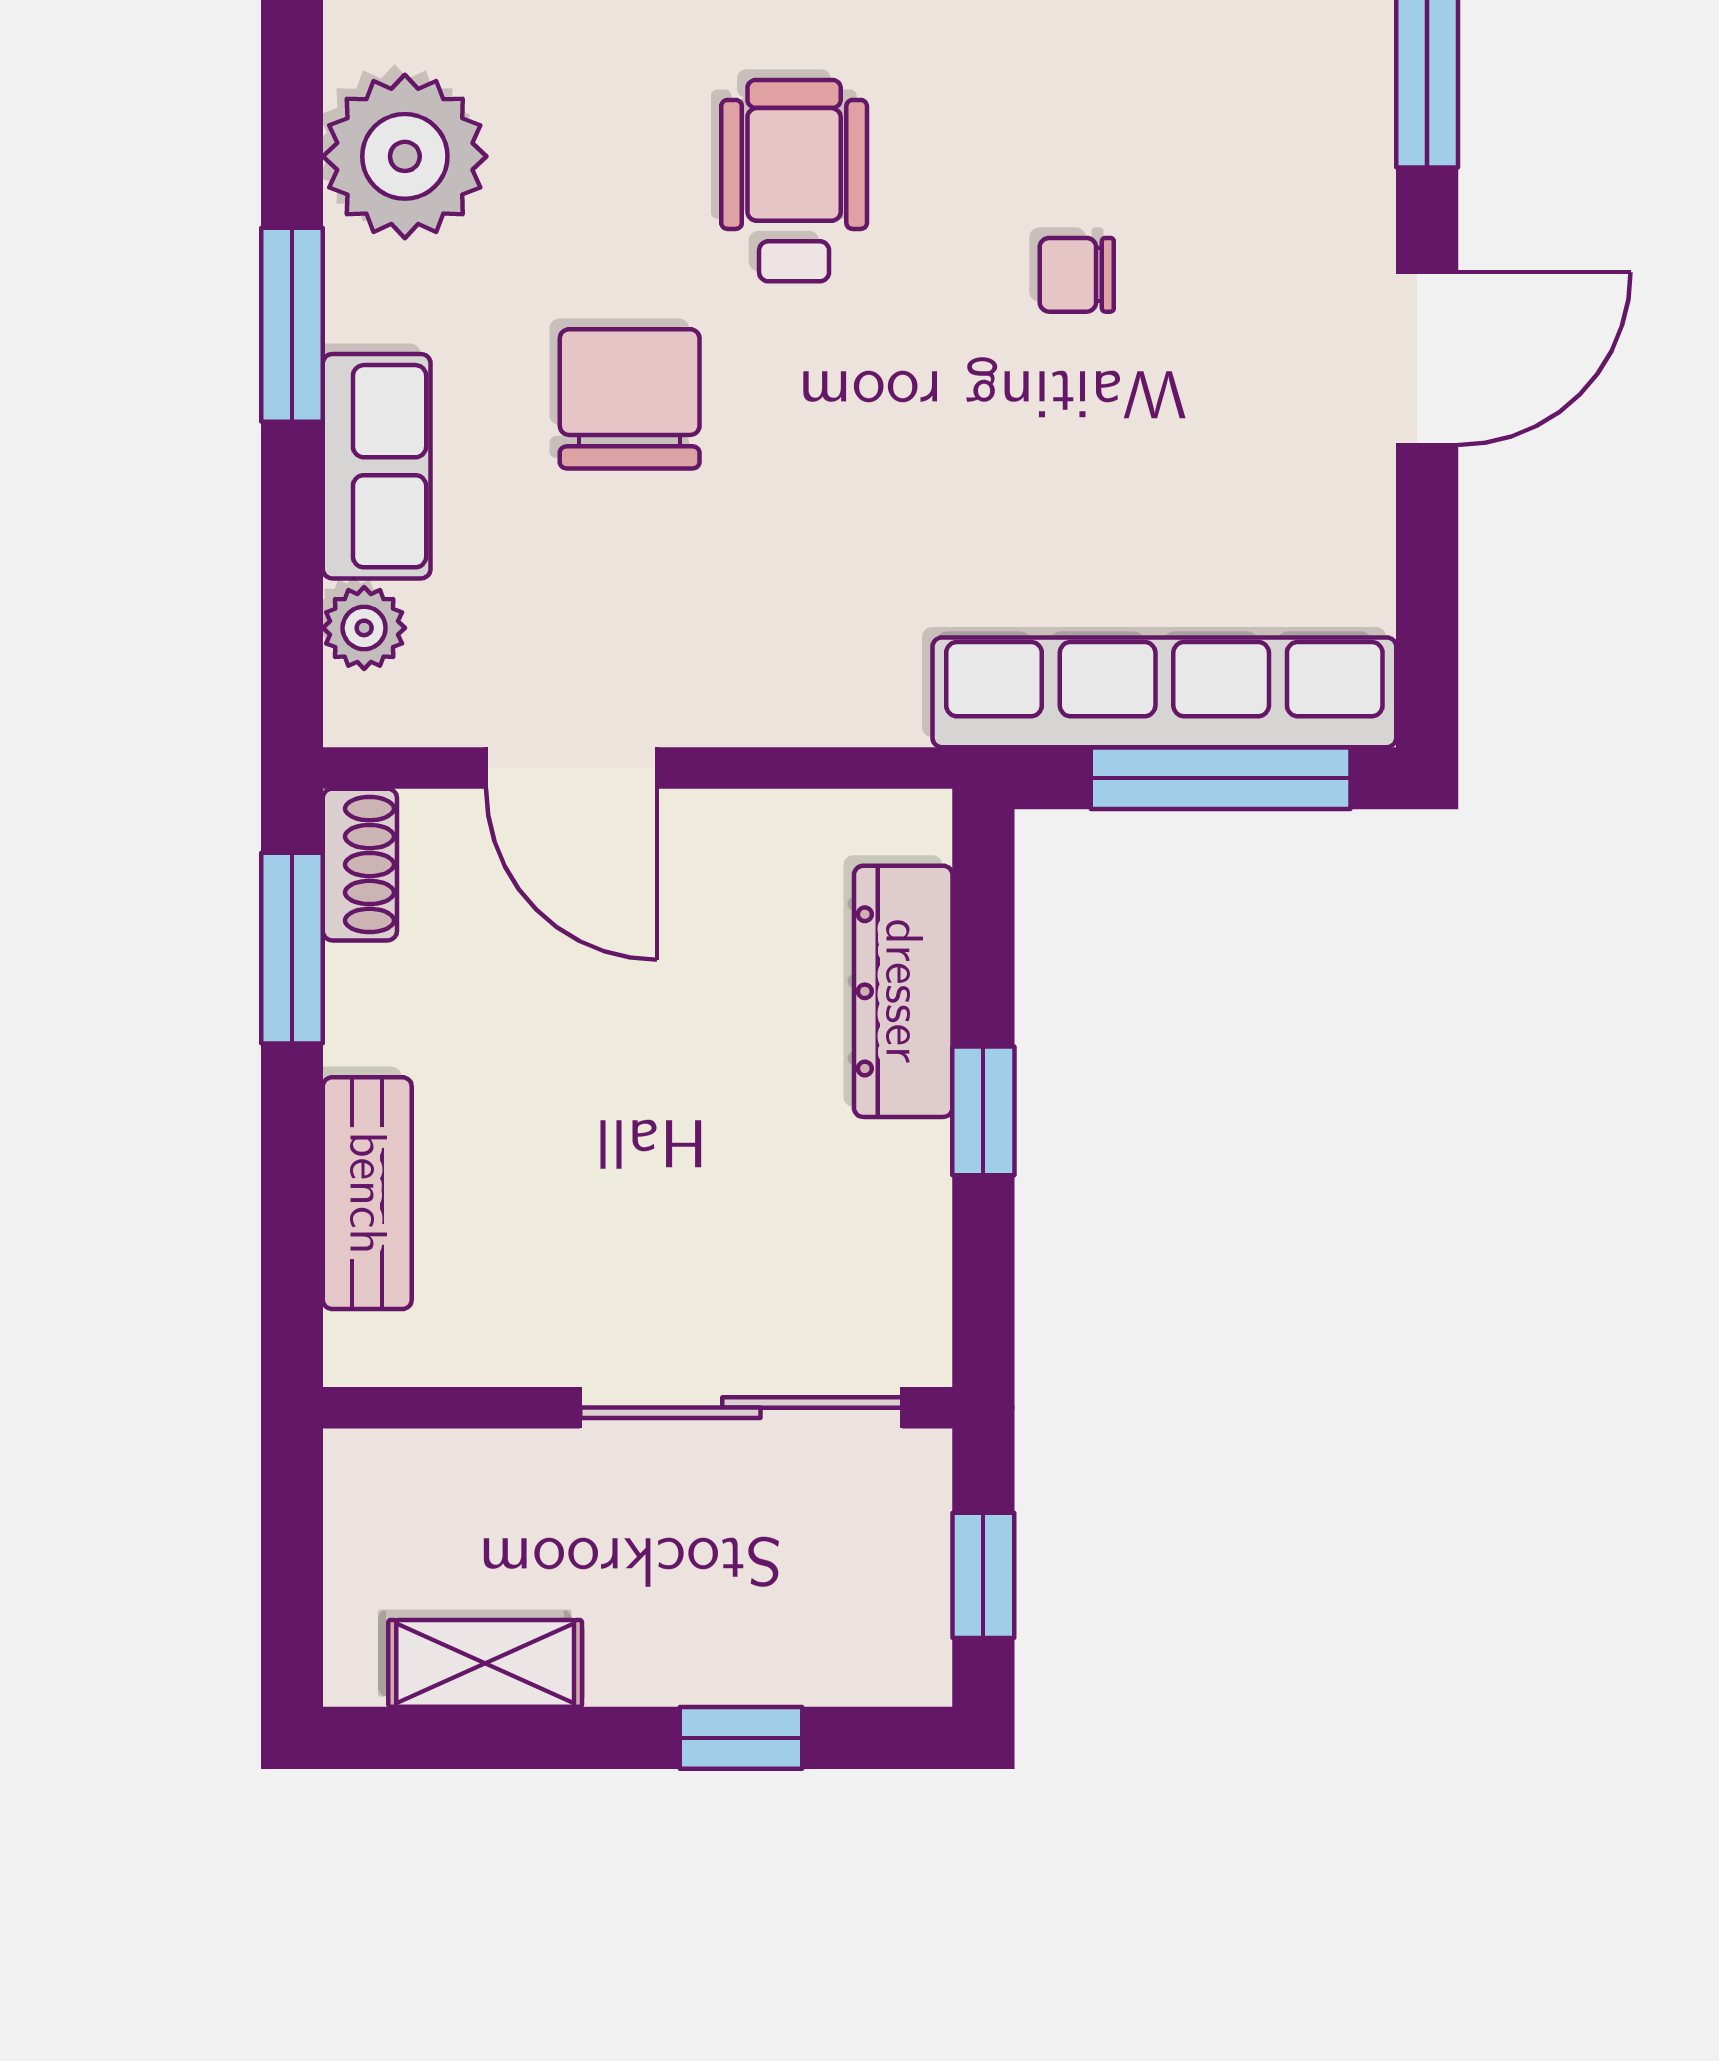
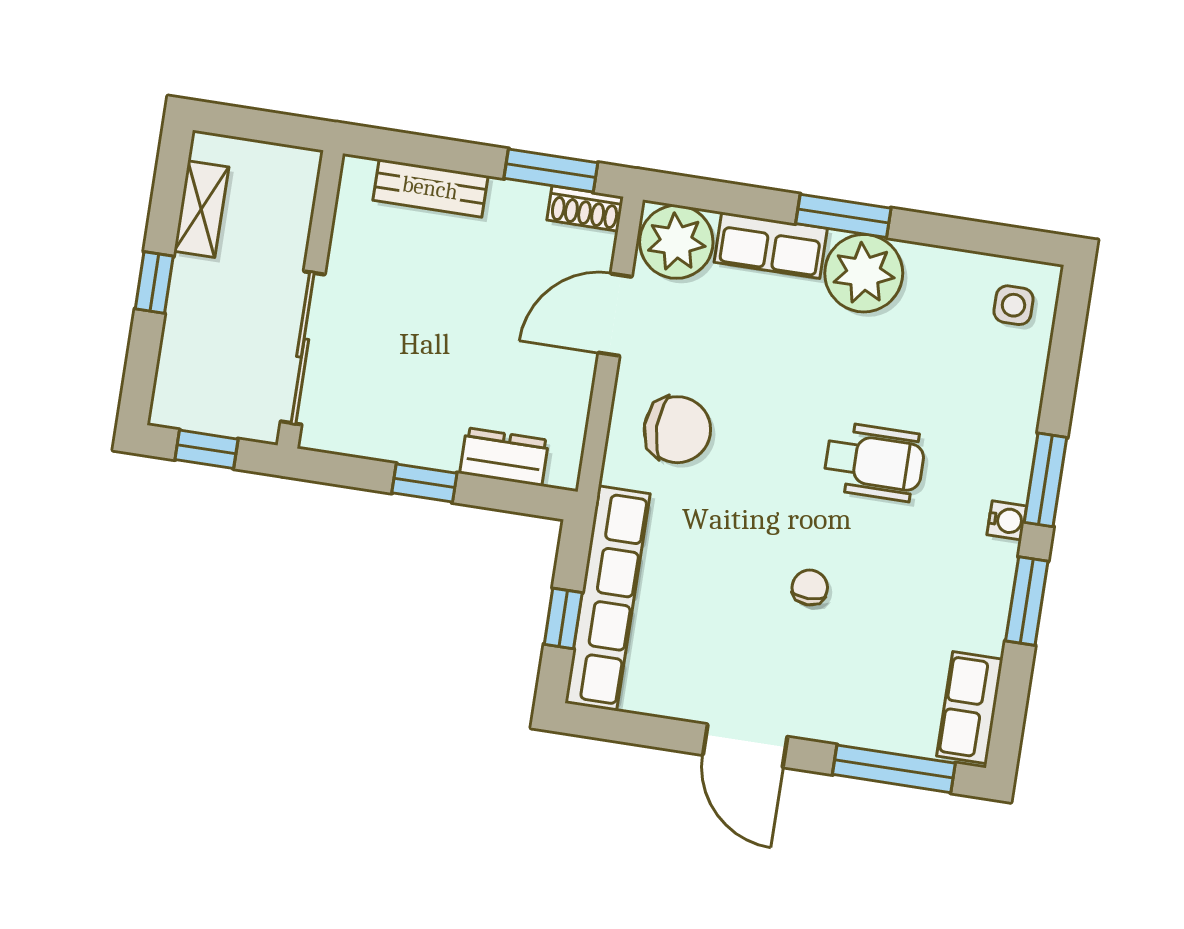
plant: (405, 156) -> (864, 273), moved
chair: (630, 399) -> (677, 430), moved
plant: (364, 628) -> (676, 242), width x1.88, depth x1.88
window: (1221, 778) -> (563, 618), width x0.46
dresser: (903, 991) -> (504, 457), width x0.70
window: (741, 1738) -> (154, 283), moved

